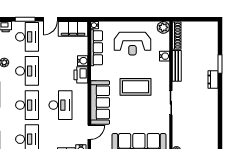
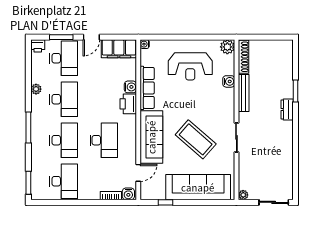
row of seats: (97, 48) -> (147, 88), moved
coffee table: (136, 87) -> (196, 139), moved, turned 41

